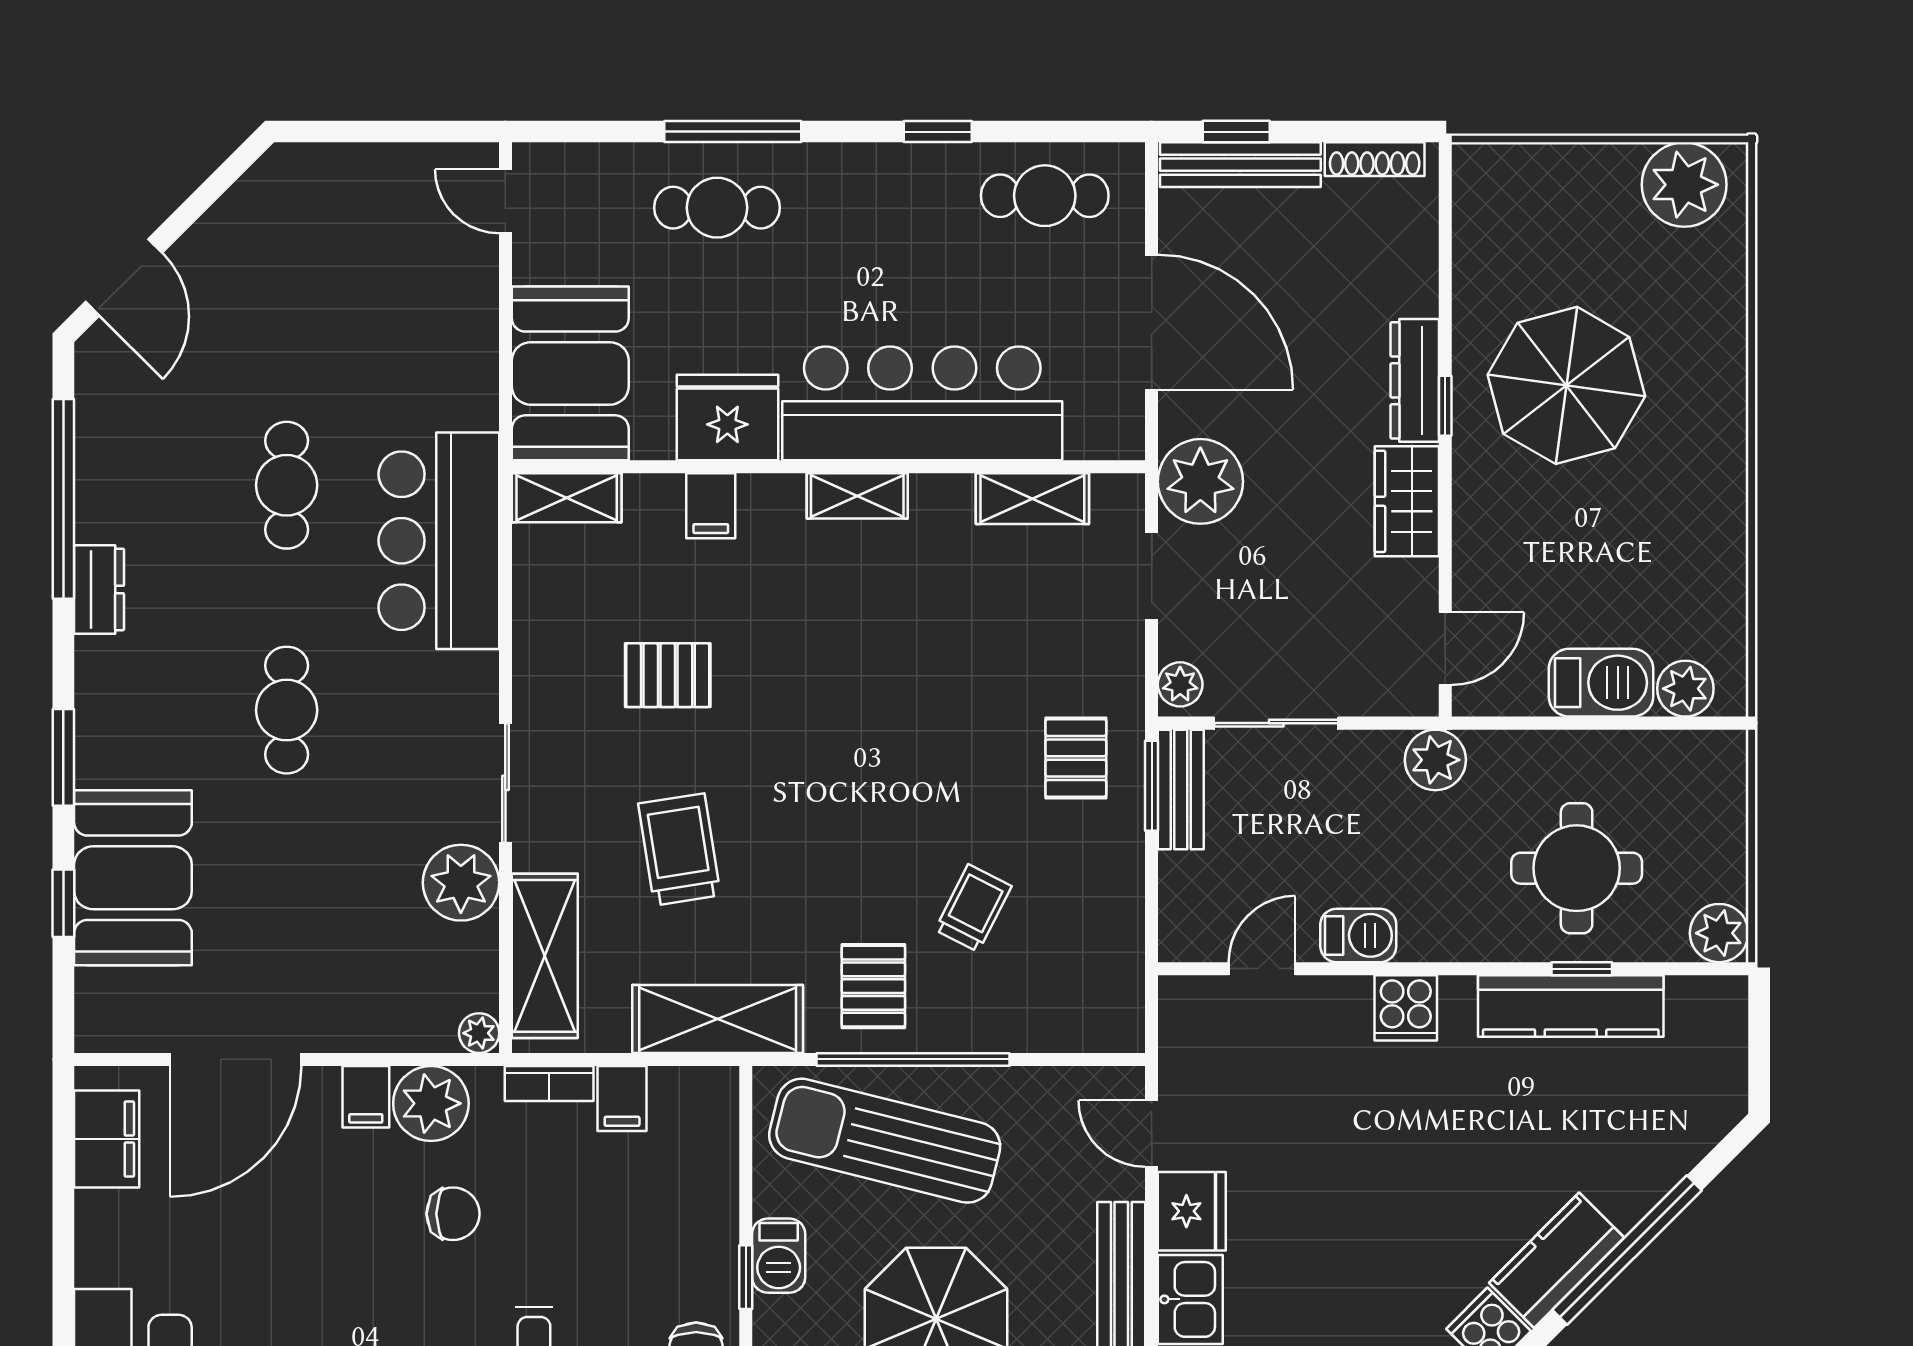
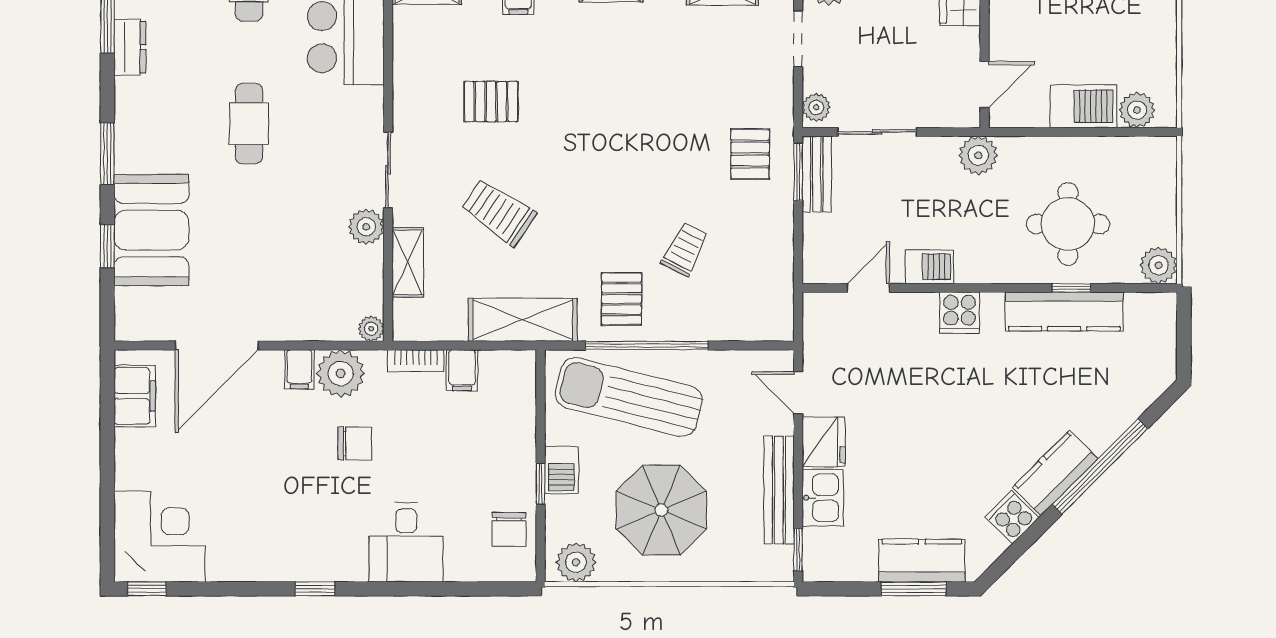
trolley: (679, 849) -> (498, 212), turned -47
plant: (461, 883) -> (366, 227), width x0.73, depth x0.73
shelving: (545, 956) -> (408, 262), width x0.67, depth x0.75

